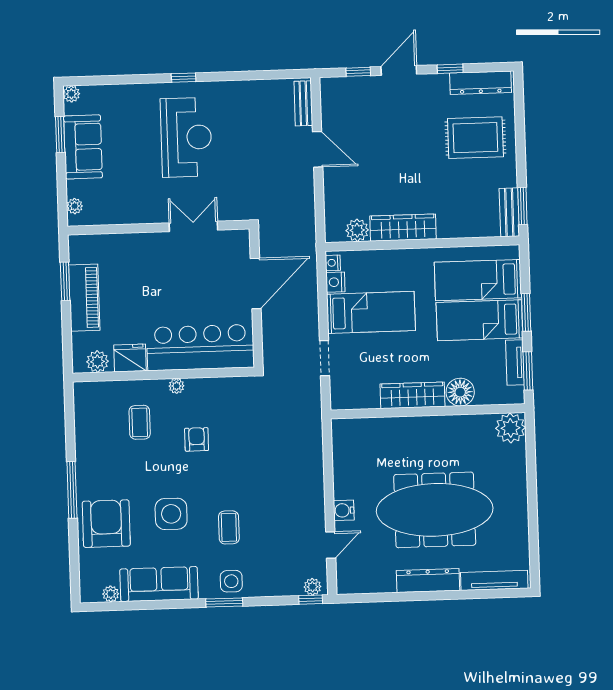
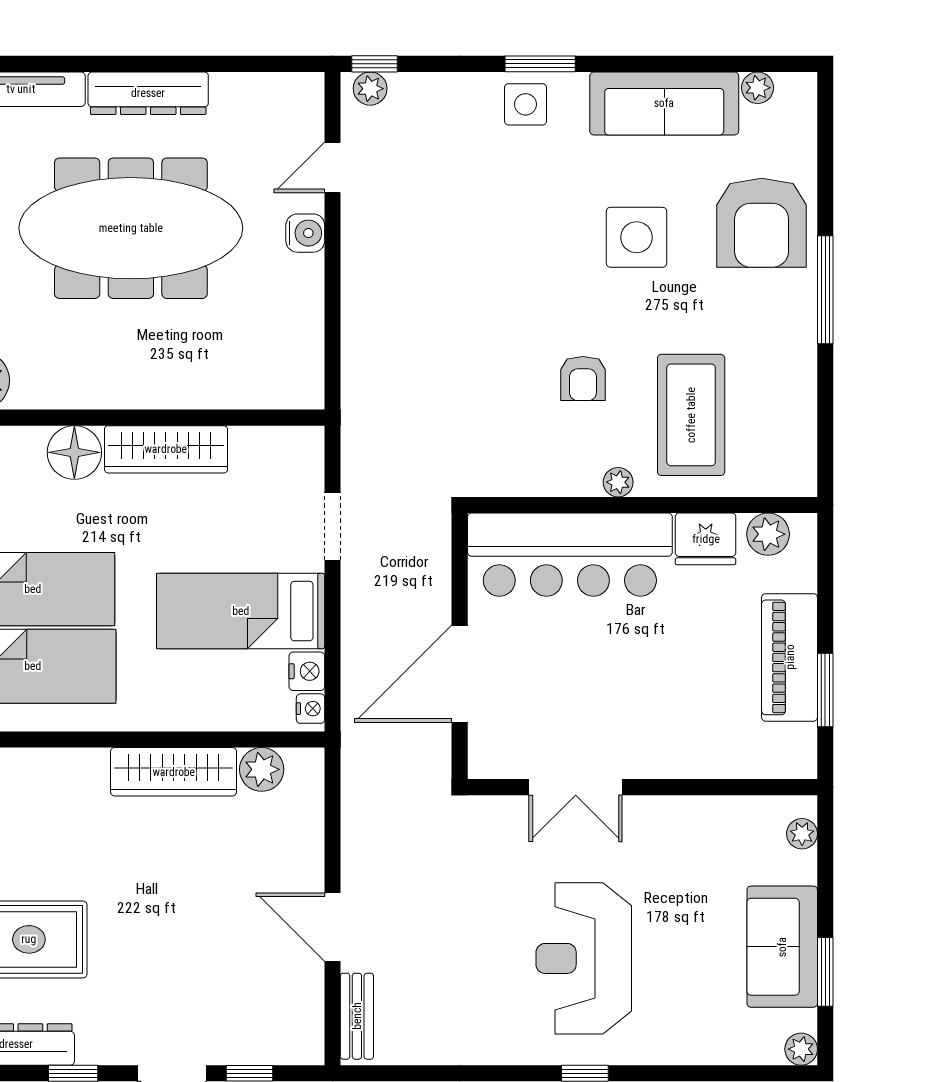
coffee table: (140, 422) -> (691, 415), width x1.86, depth x1.72
coffee table: (229, 527) -> (527, 208), removed

